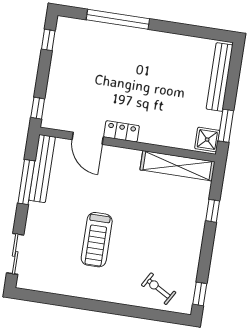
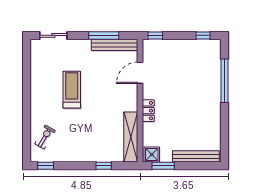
locker: (121, 131) -> (148, 111), moved
treadmill: (97, 240) -> (72, 90), turned 90

